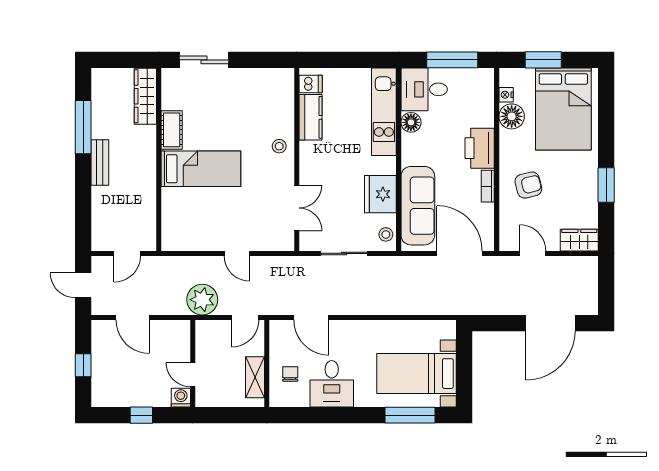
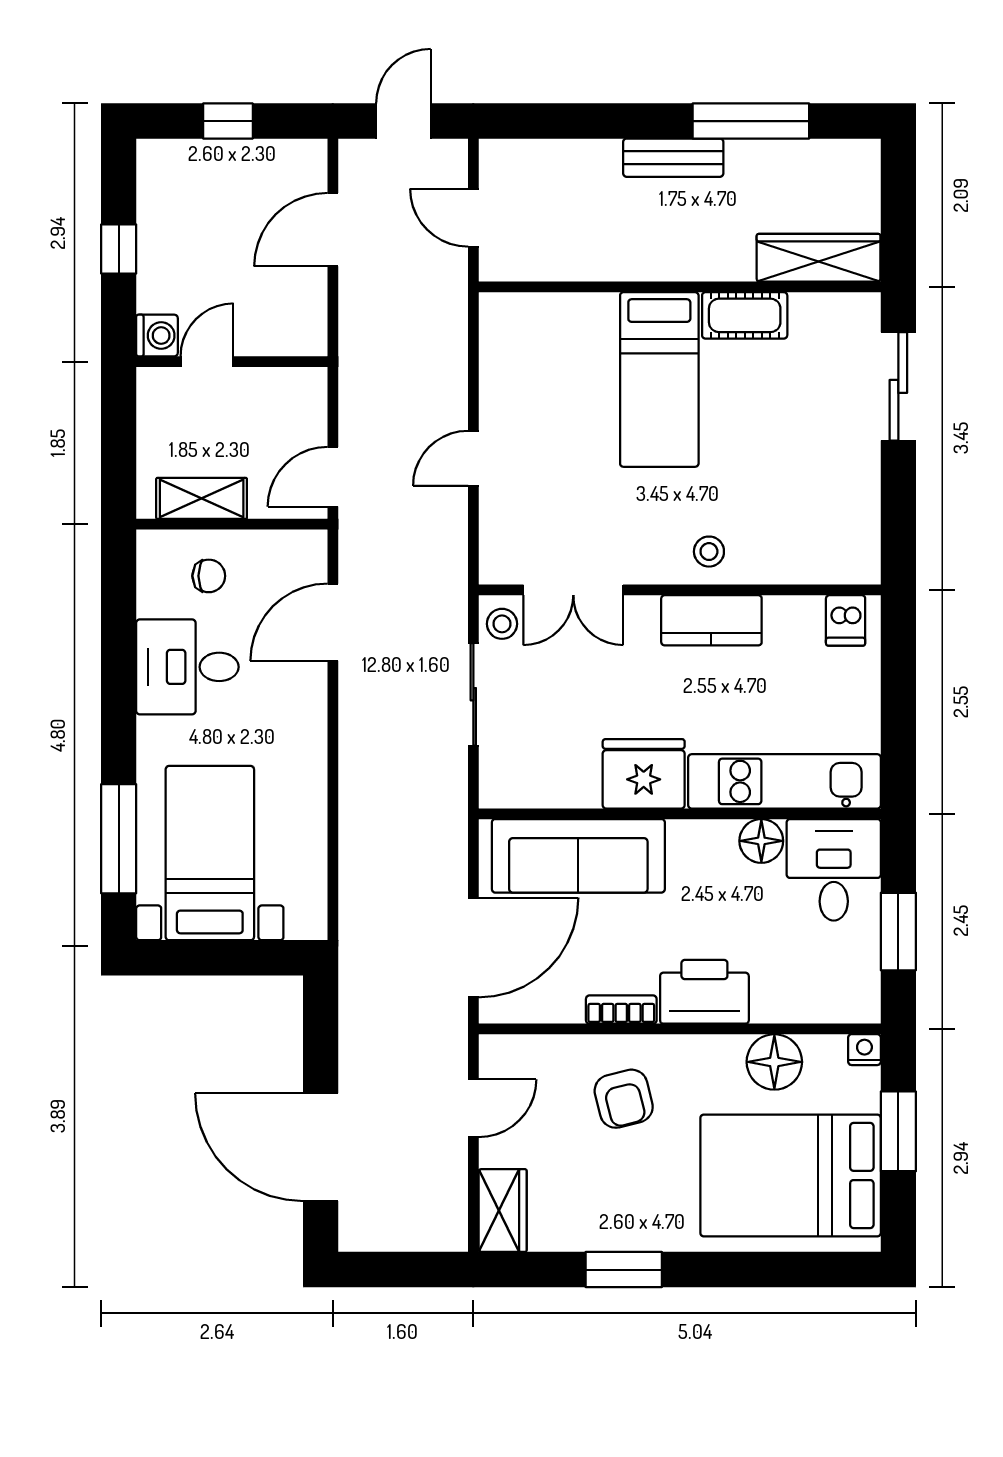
window: (452, 60) -> (898, 932), width x0.69
nightstand: (506, 95) -> (864, 1050), moved
kitchen counter: (310, 117) -> (711, 620), moved
fridge: (380, 194) -> (644, 774), moved
stool: (386, 234) -> (502, 624), moved
plant: (202, 300) -> (372, 383), removed
door: (245, 317) -> (333, 477), hinge flipped

